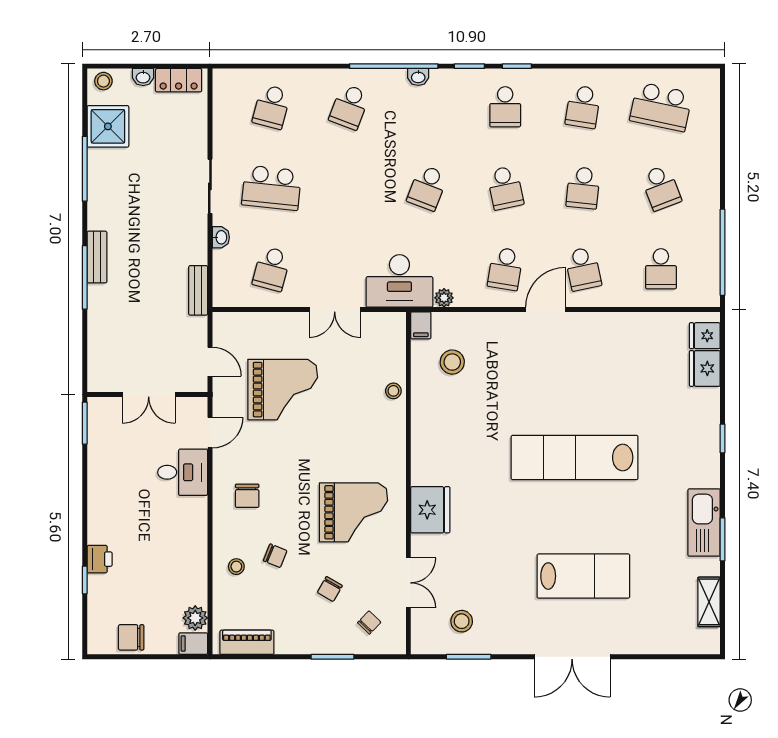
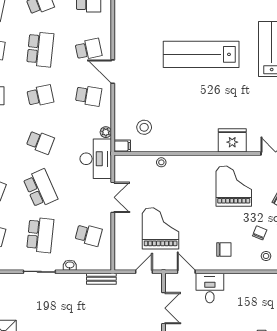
school desk: (349, 188) -> (40, 189), added
school desk: (583, 188) -> (40, 49), width x1.85
lab bench: (575, 458) -> (201, 54), turned 90

